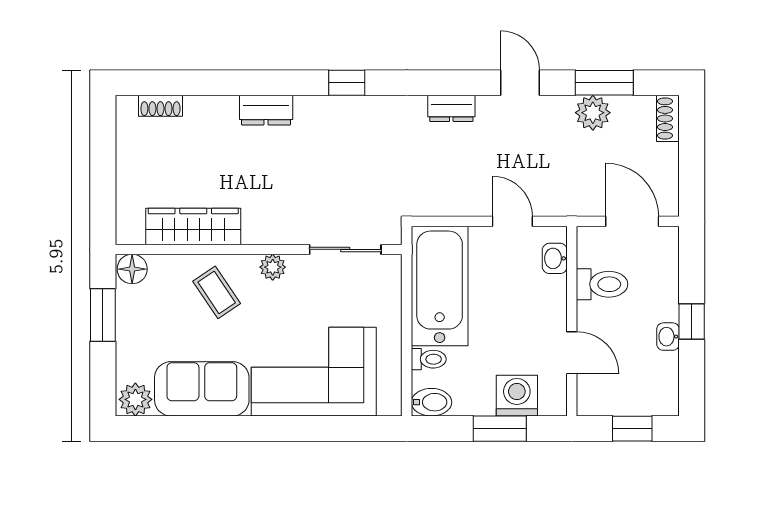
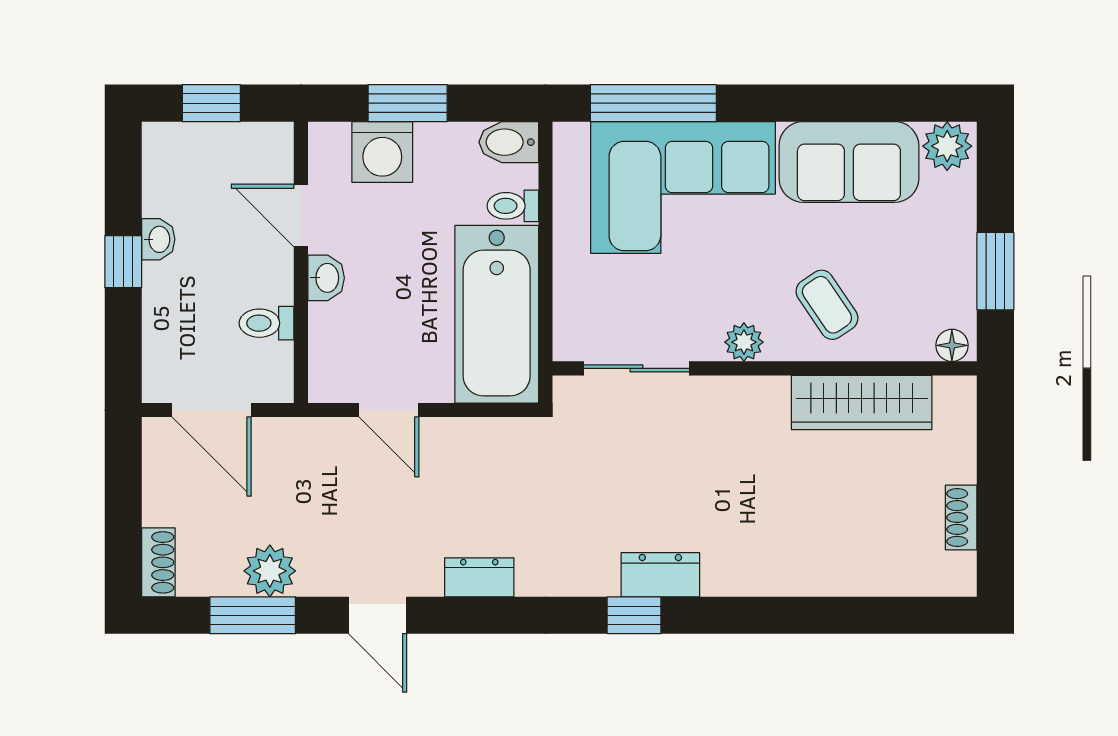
shoe rack: (160, 106) -> (961, 517), moved, turned -90
dresser: (266, 110) -> (660, 575), moved
washbasin: (555, 258) -> (326, 278), moved
floor lamp: (132, 269) -> (952, 345), width x0.73, depth x0.73
toilet: (602, 284) -> (267, 323), width x0.73, depth x0.72
window: (334, 429) -> (653, 103), added

